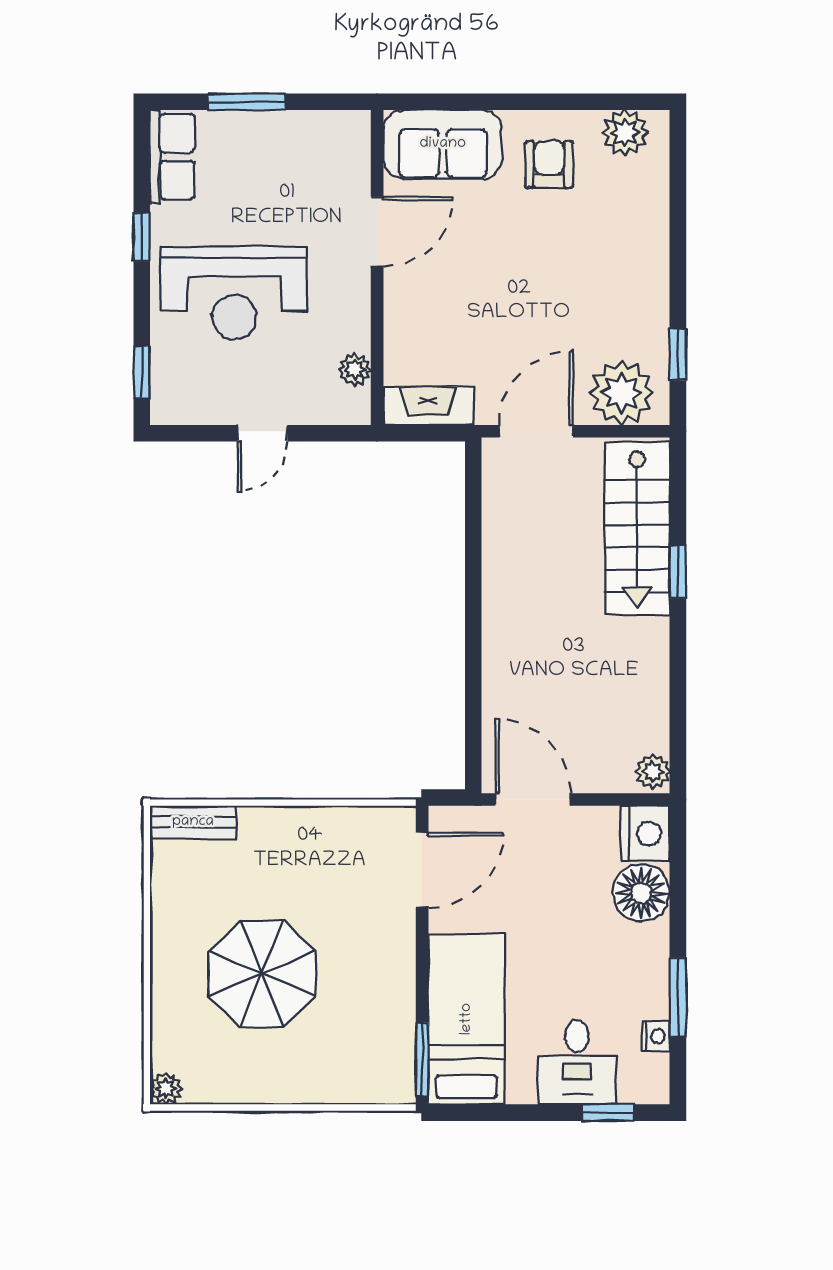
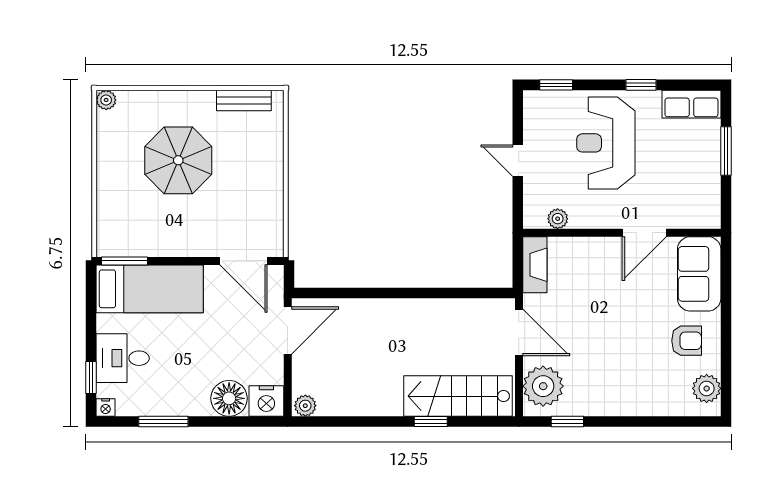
door: (377, 232) -> (644, 233), hinge flipped
bench: (193, 822) -> (244, 100), moved, turned 90
nightstand: (656, 1036) -> (106, 408), moved

